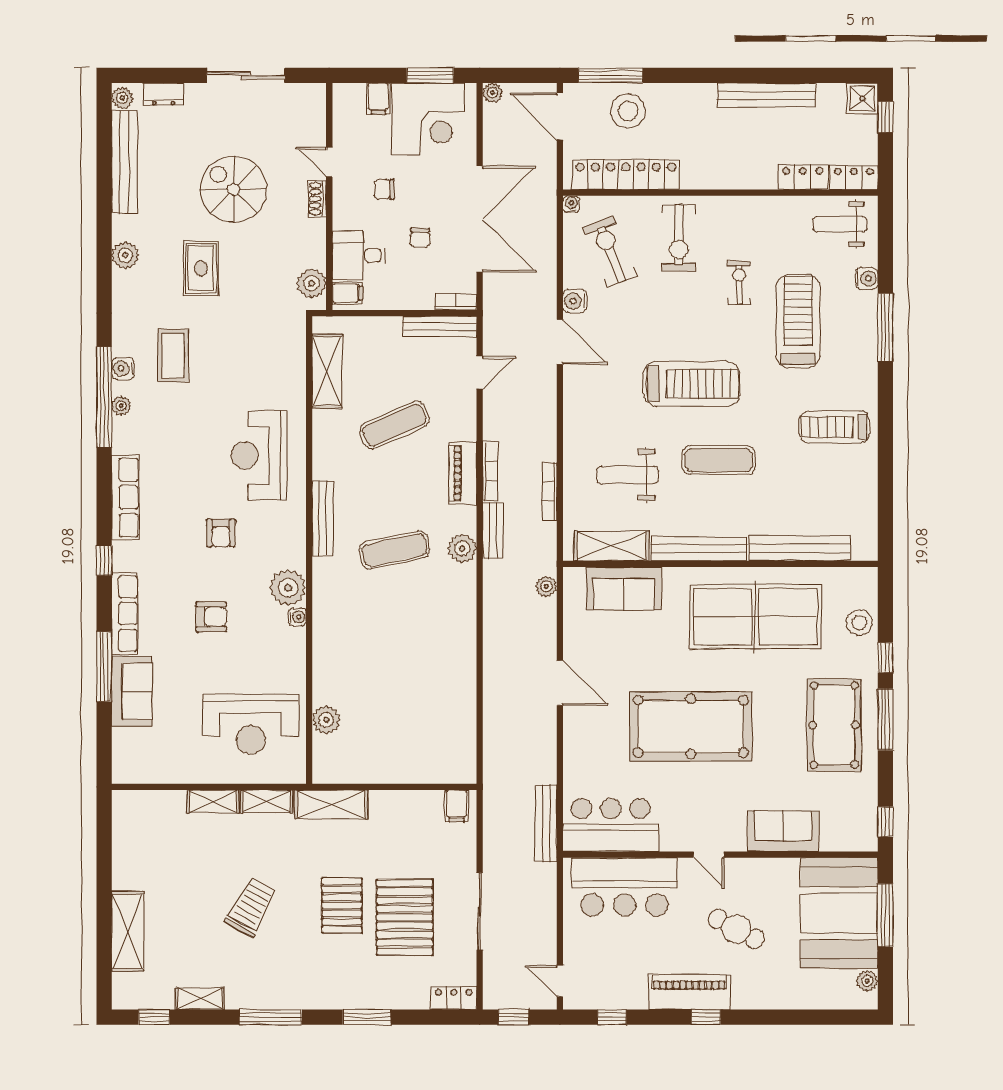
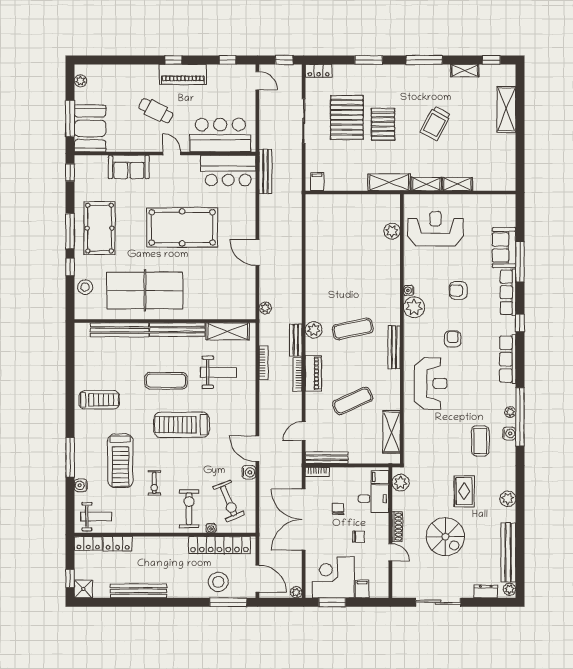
shoe rack: (317, 199) -> (397, 527), width x1.43
water cooler: (571, 204) -> (211, 528), moved
sofa: (624, 589) -> (221, 307), removed
booth: (839, 913) -> (90, 128), width x0.73, depth x0.70

